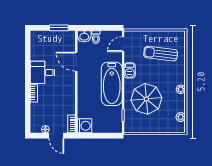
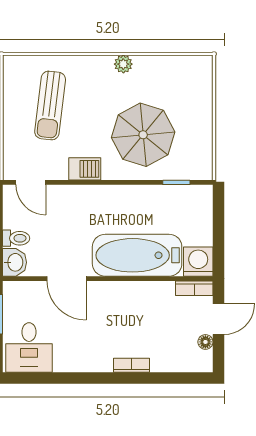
door: (76, 62) -> (66, 279), hinge flipped
desk: (43, 72) -> (29, 348), moved
bathtub: (112, 84) -> (137, 255), moved, turned 180
plant: (181, 117) -> (180, 64), removed

